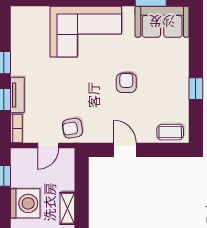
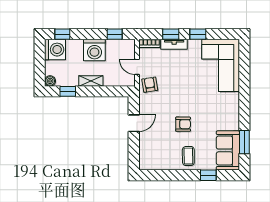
corner sofa: (86, 32) -> (221, 65), moved
window: (196, 89) -> (208, 175), moved
coffee table: (170, 132) -> (188, 156), moved

